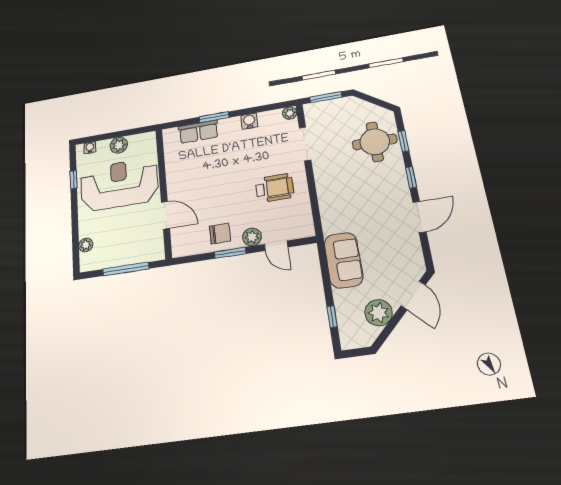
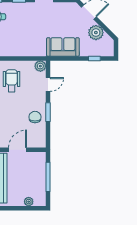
plant: (252, 237) -> (40, 66), moved

